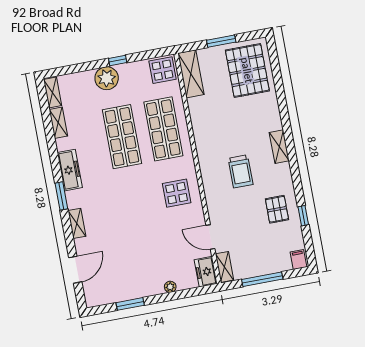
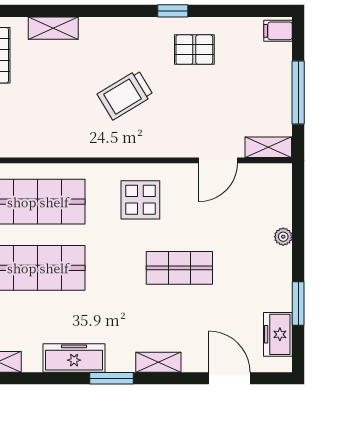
shelving: (279, 147) -> (53, 28), moved
trolley: (241, 171) -> (125, 95), turned 149
window: (303, 216) -> (173, 11), moved
shop shelf: (139, 225) -> (179, 268), added
freezer: (206, 272) -> (278, 334), moved, turned 90

